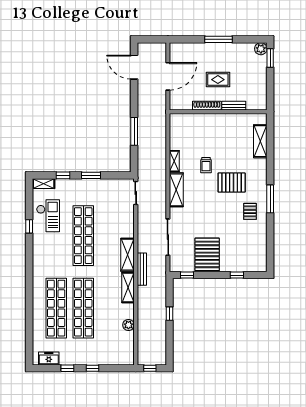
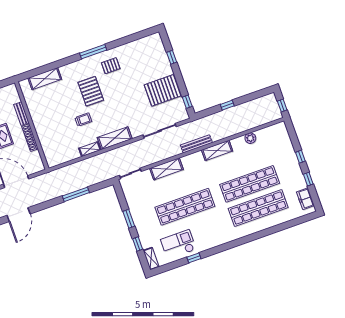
shelving: (128, 255) -> (166, 169), moved

